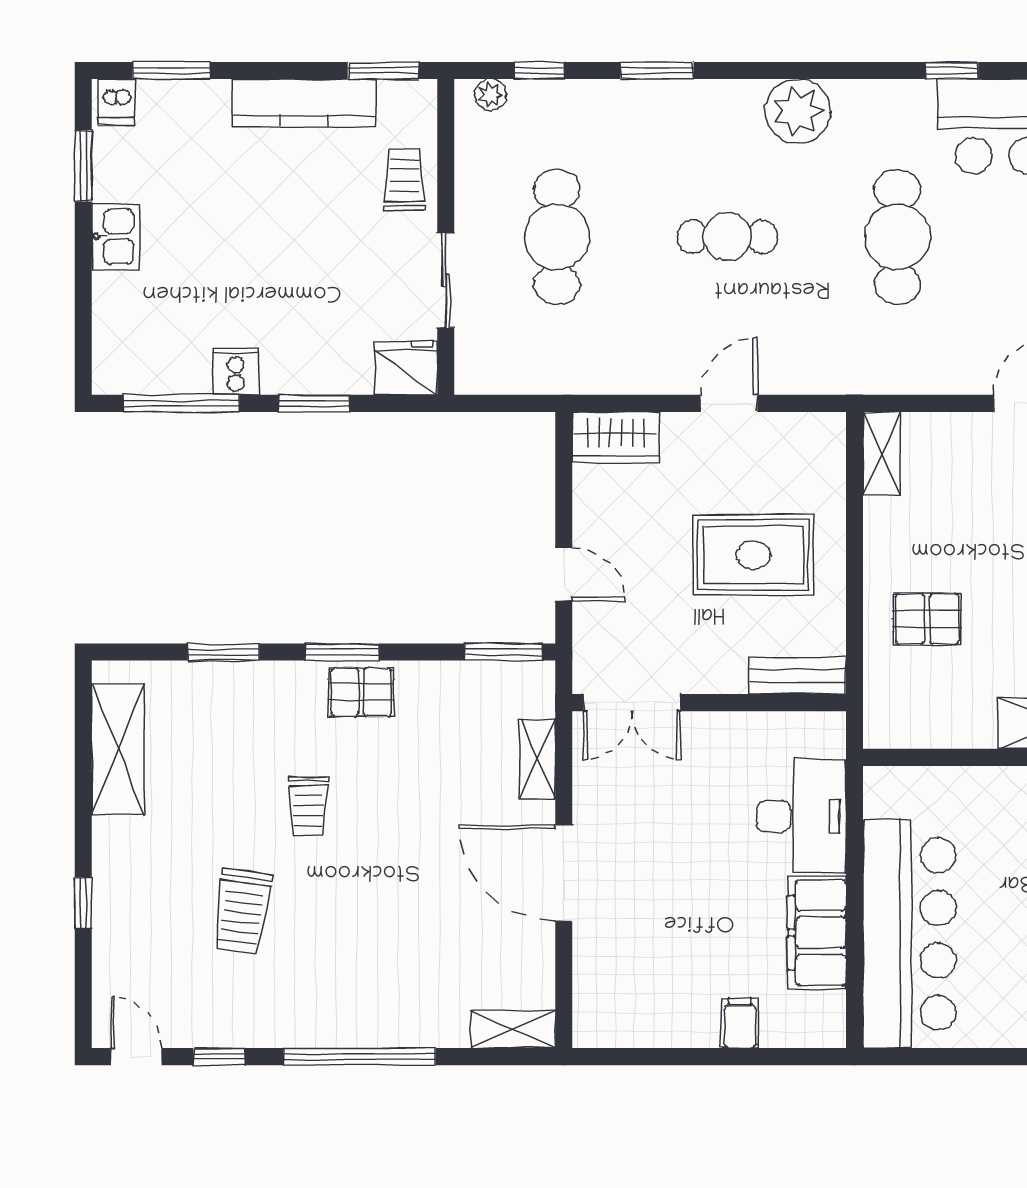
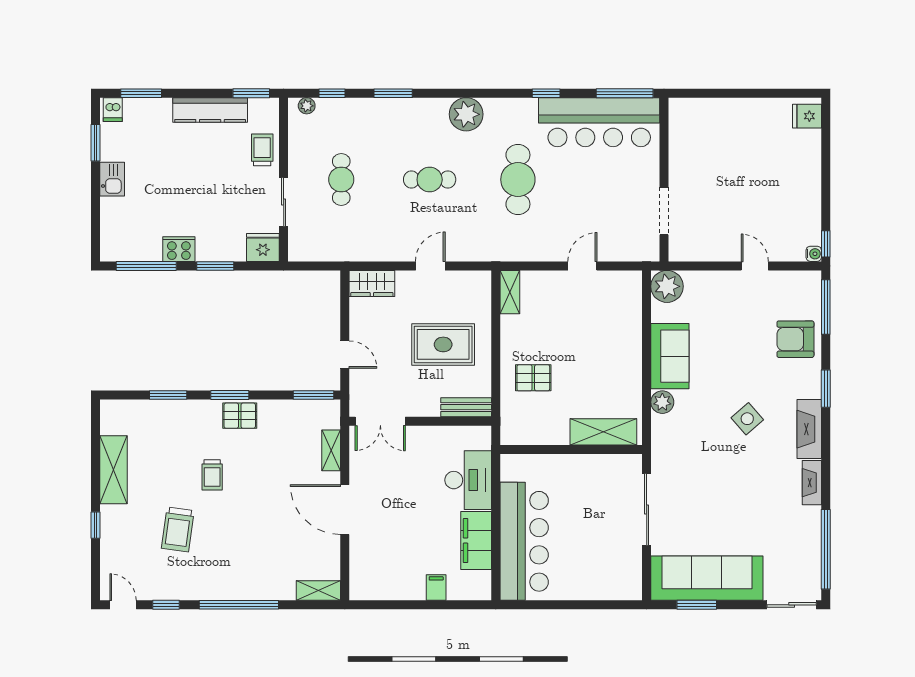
cafe table: (557, 237) -> (341, 180), width x0.73, depth x0.74
cooker: (236, 371) -> (179, 249), width x1.36
shelving: (118, 750) -> (113, 470), moved

